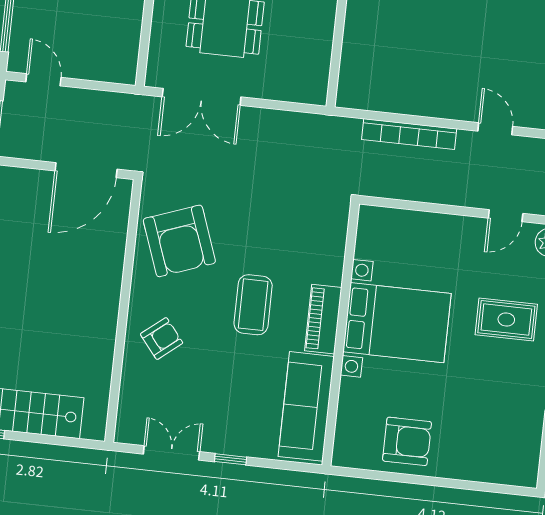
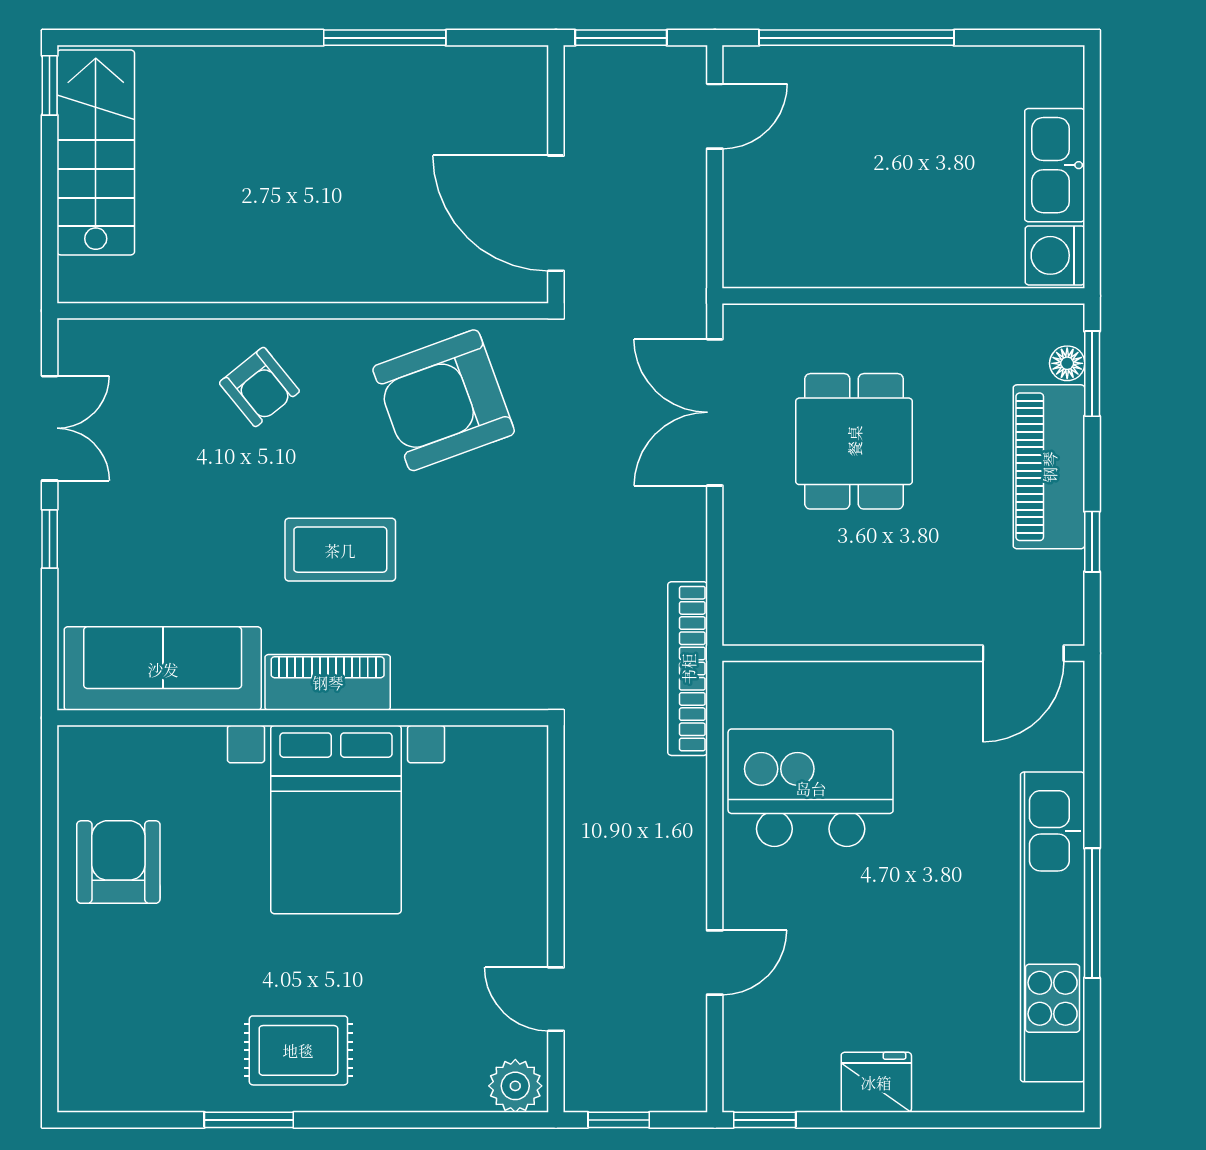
kitchen island: (407, 67) -> (811, 788), added
bookcase: (409, 134) -> (688, 669), moved
rug: (506, 319) -> (298, 1050), moved, turned 90
armchair: (407, 441) -> (118, 862), turned 180

